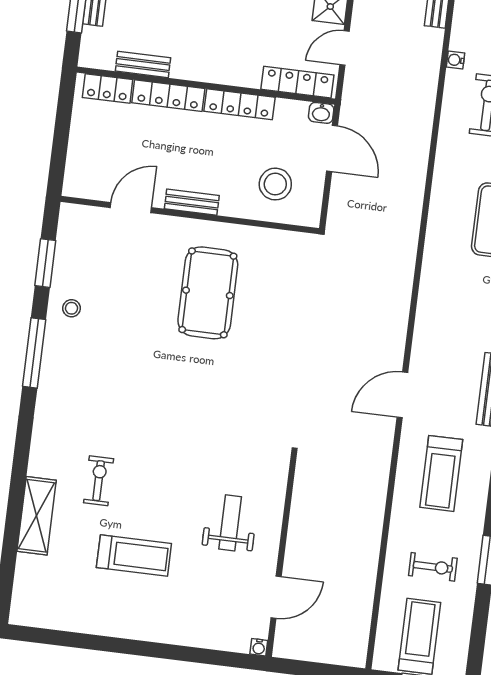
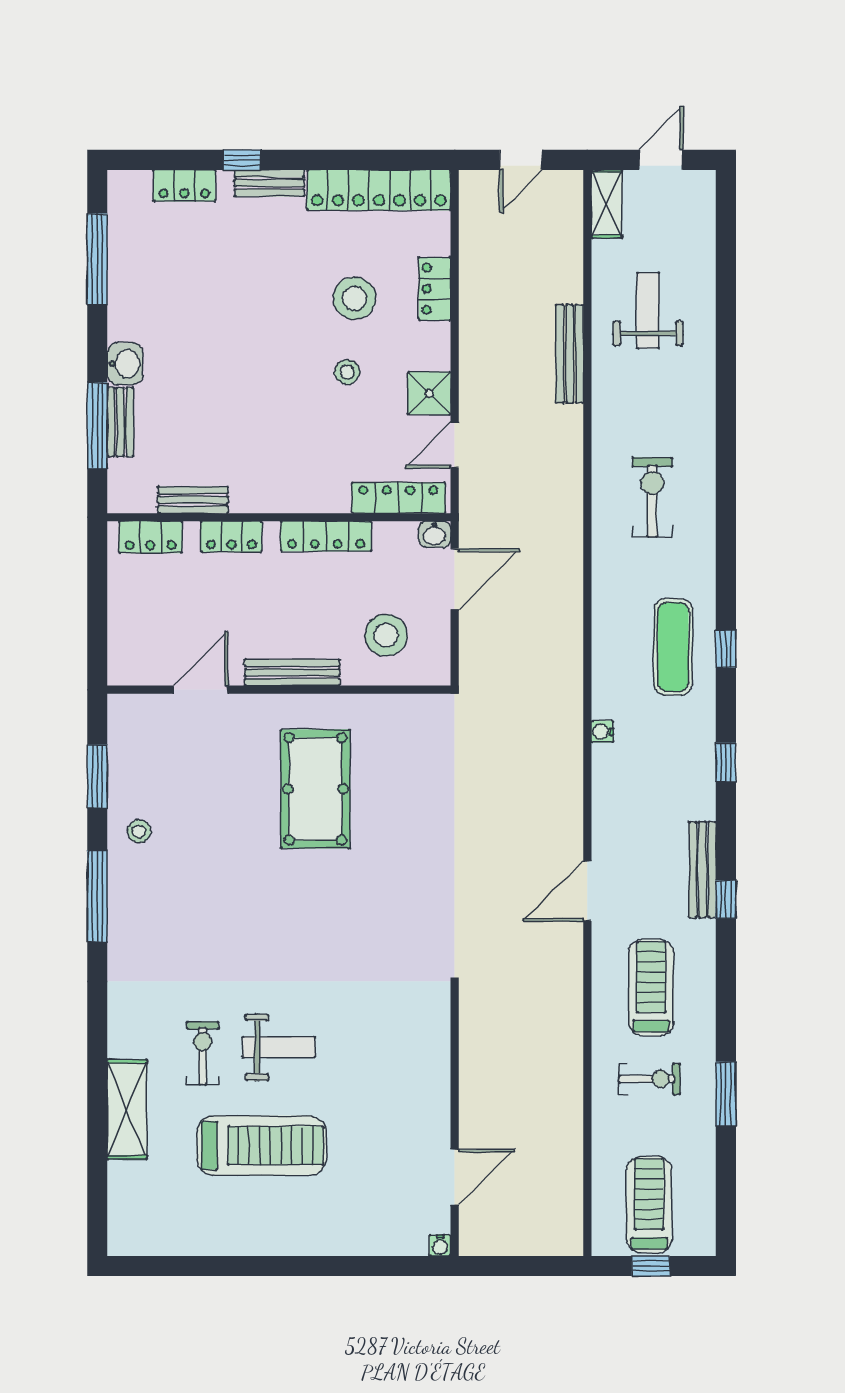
water cooler: (455, 60) -> (602, 732), moved
locker: (168, 96) -> (231, 537), width x0.66
door: (332, 148) -> (455, 579), hinge flipped
bench: (192, 202) -> (292, 672), width x1.36
treadmill: (441, 473) -> (651, 988), turned 180
weight bench: (230, 523) -> (279, 1047), moved, turned 90
treadmill: (134, 556) -> (261, 1146), width x1.37, depth x1.38
exercise bike: (433, 567) -> (650, 1079), moved

